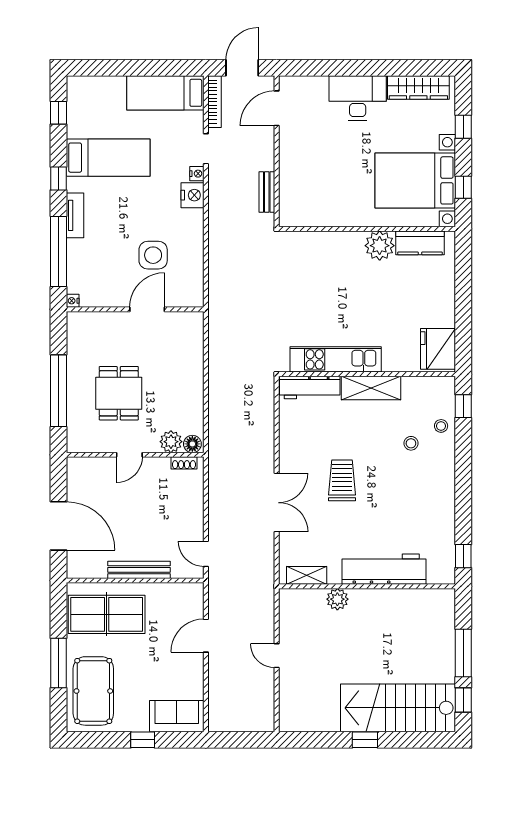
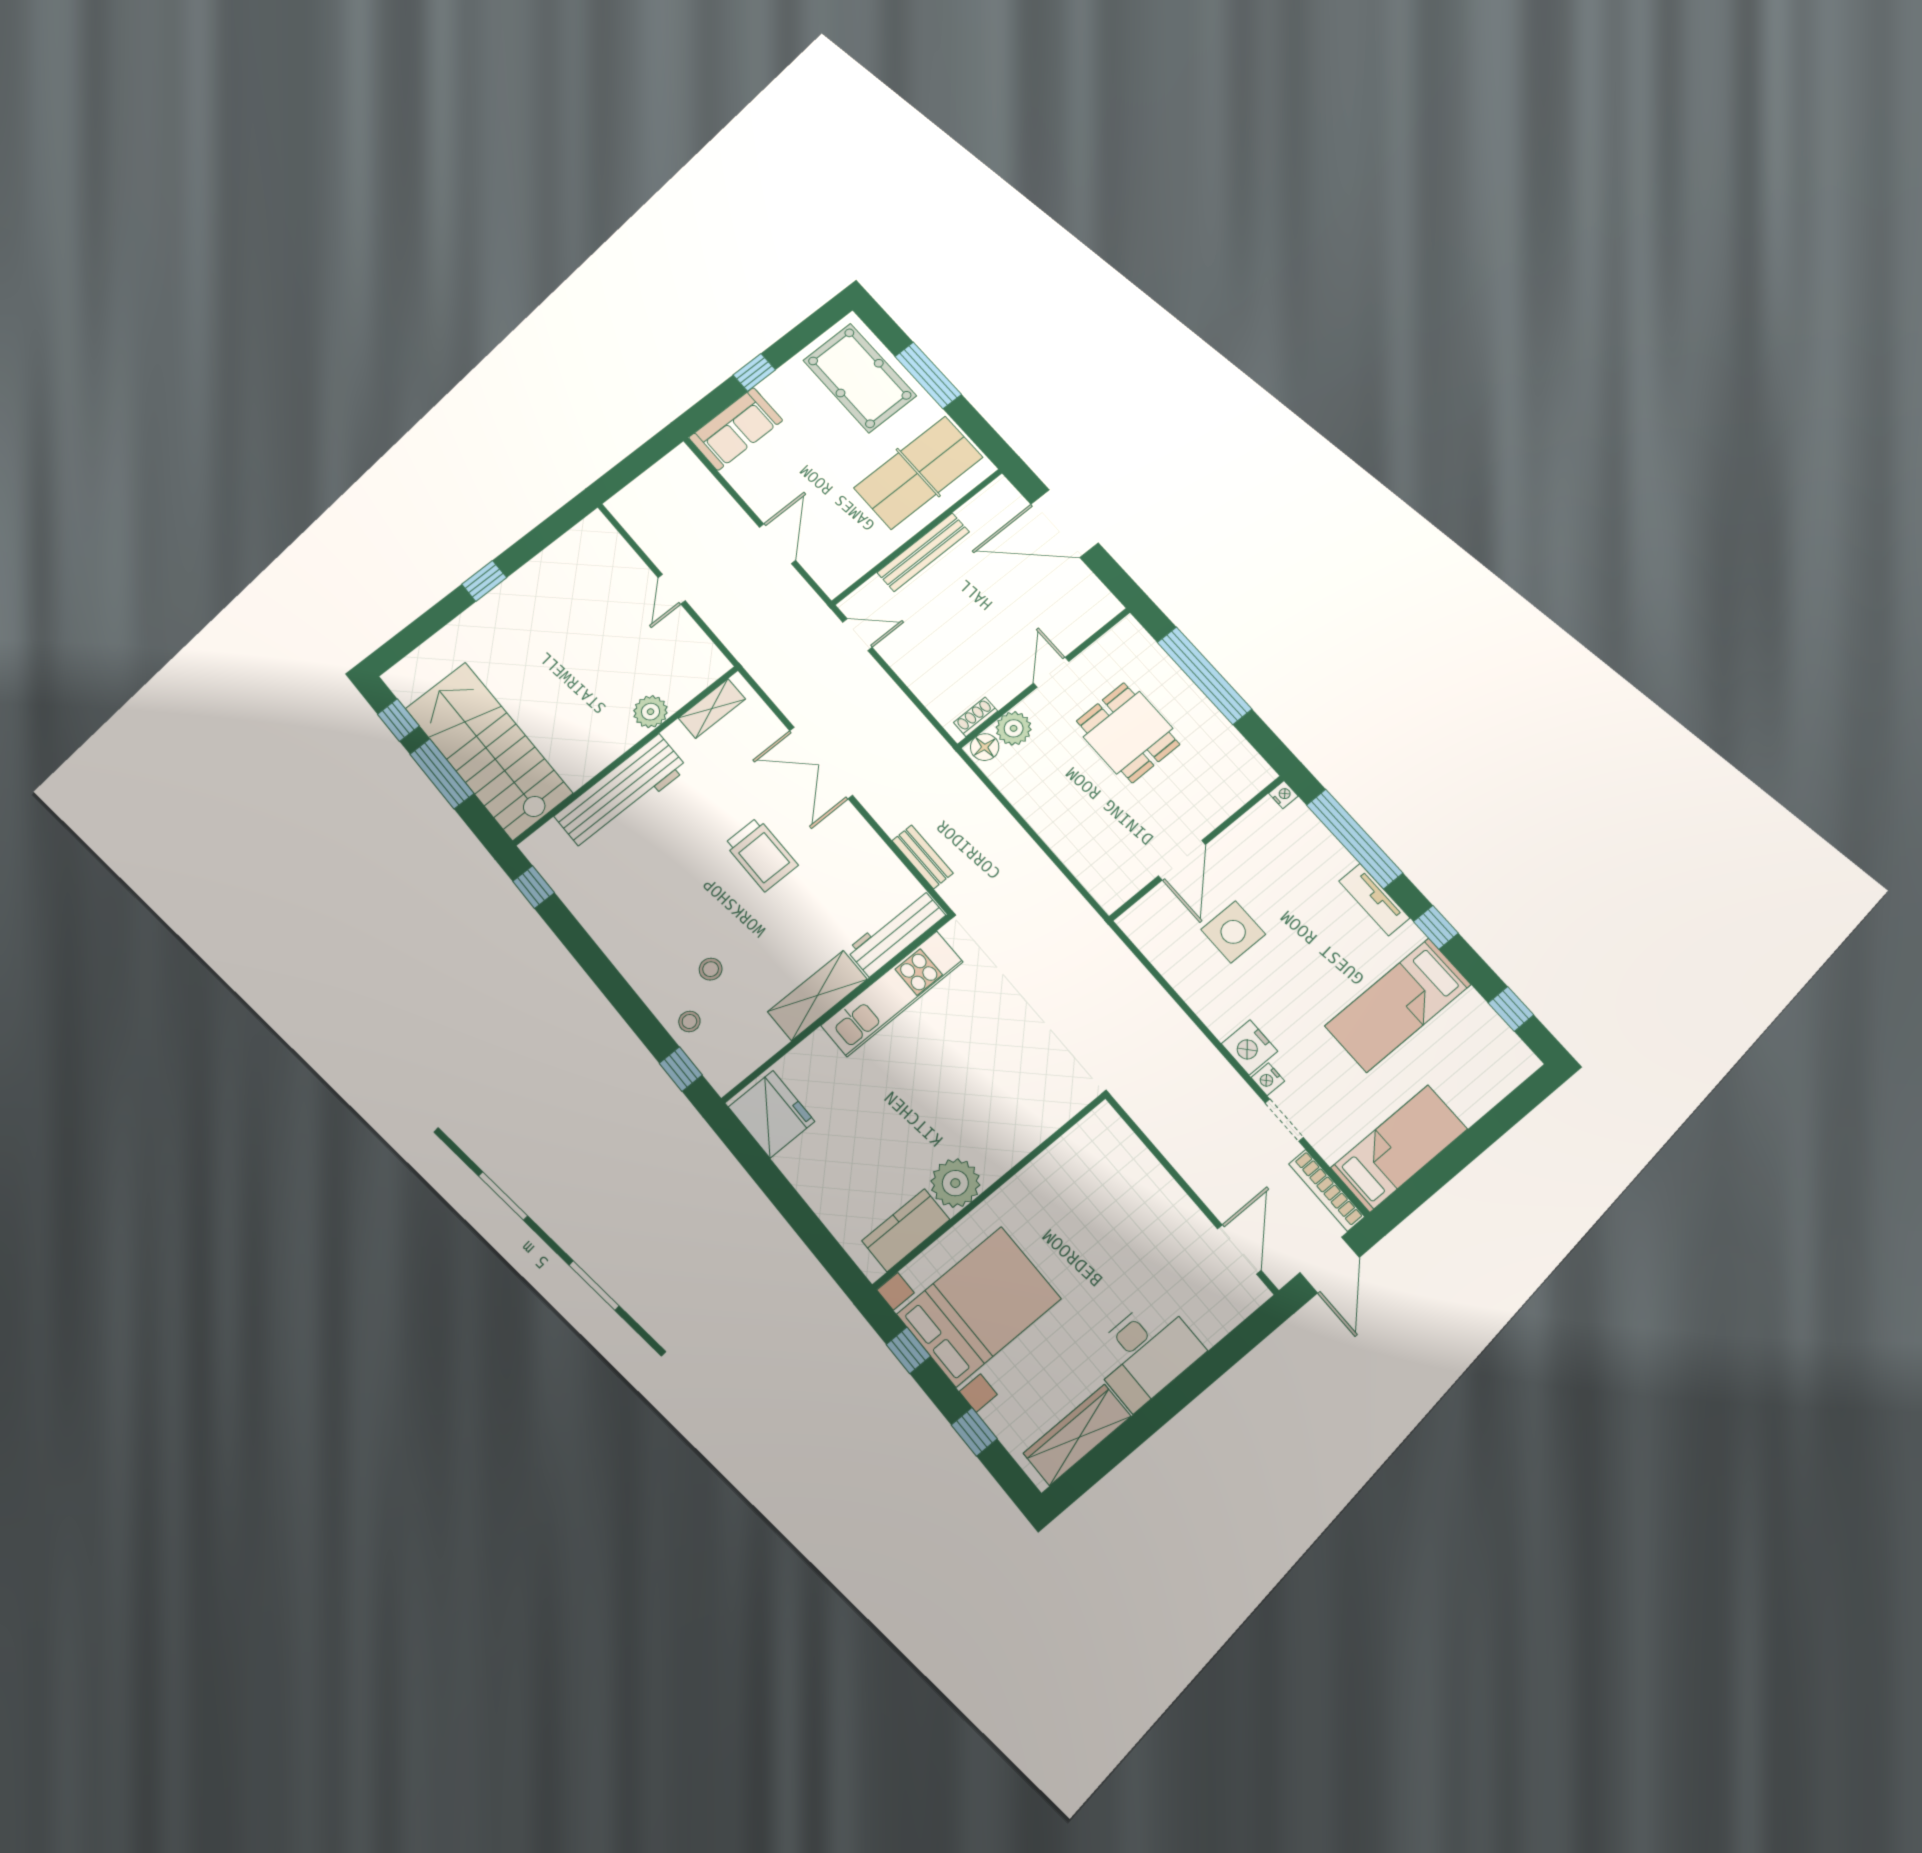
bench: (267, 192) -> (923, 857), moved
door: (277, 656) -> (672, 589), swing flipped
stairs: (398, 708) -> (489, 751), moved, turned -90

